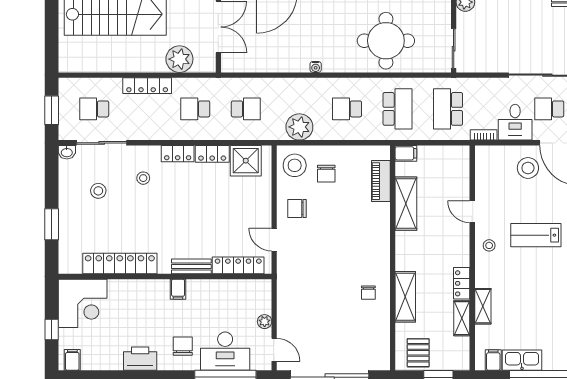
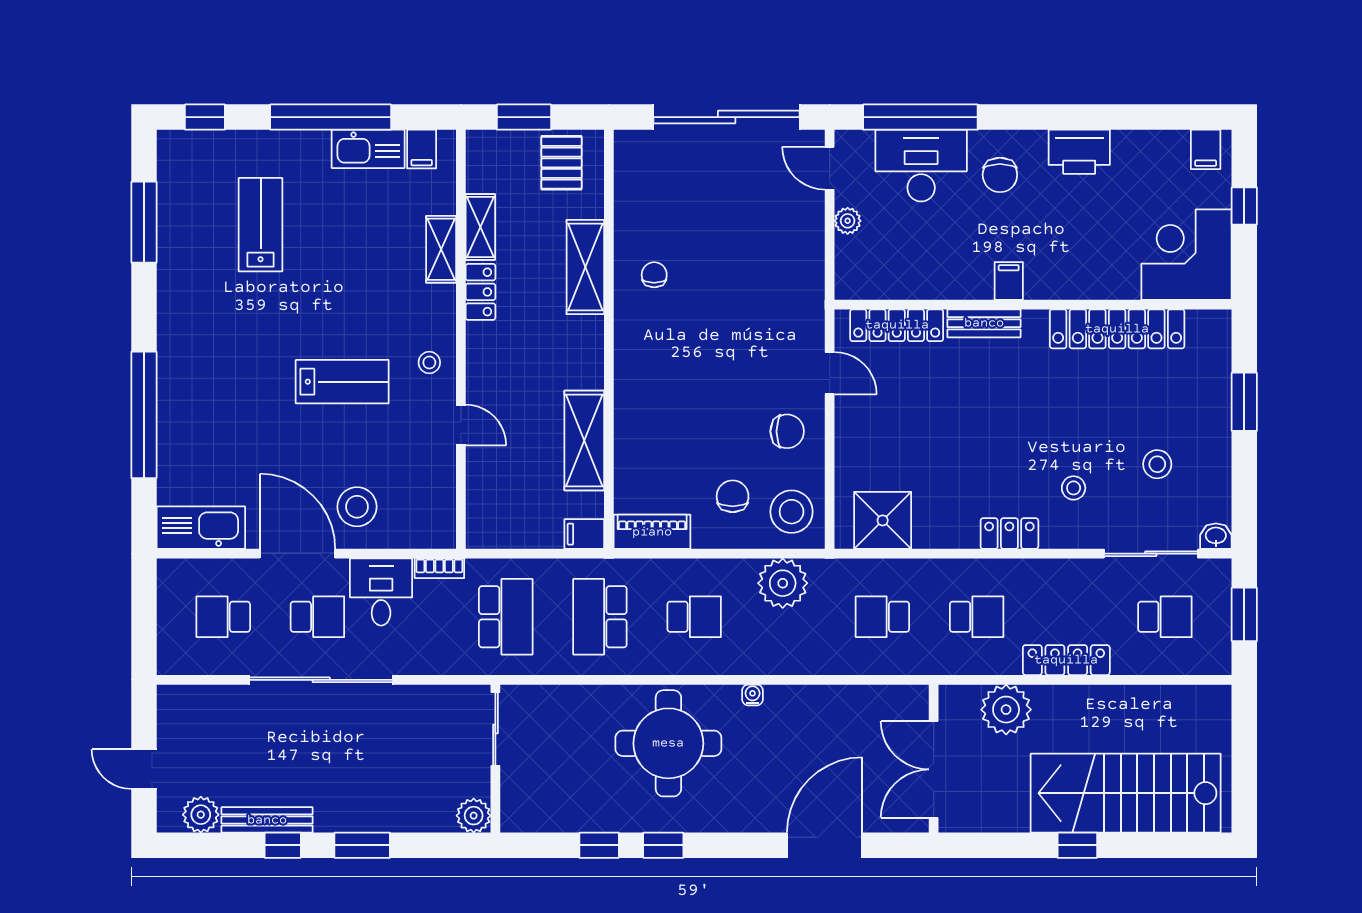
round table: (386, 41) -> (668, 743), moved
locker: (212, 154) -> (945, 533), removed
piano: (381, 181) -> (652, 532), moved, turned -90

